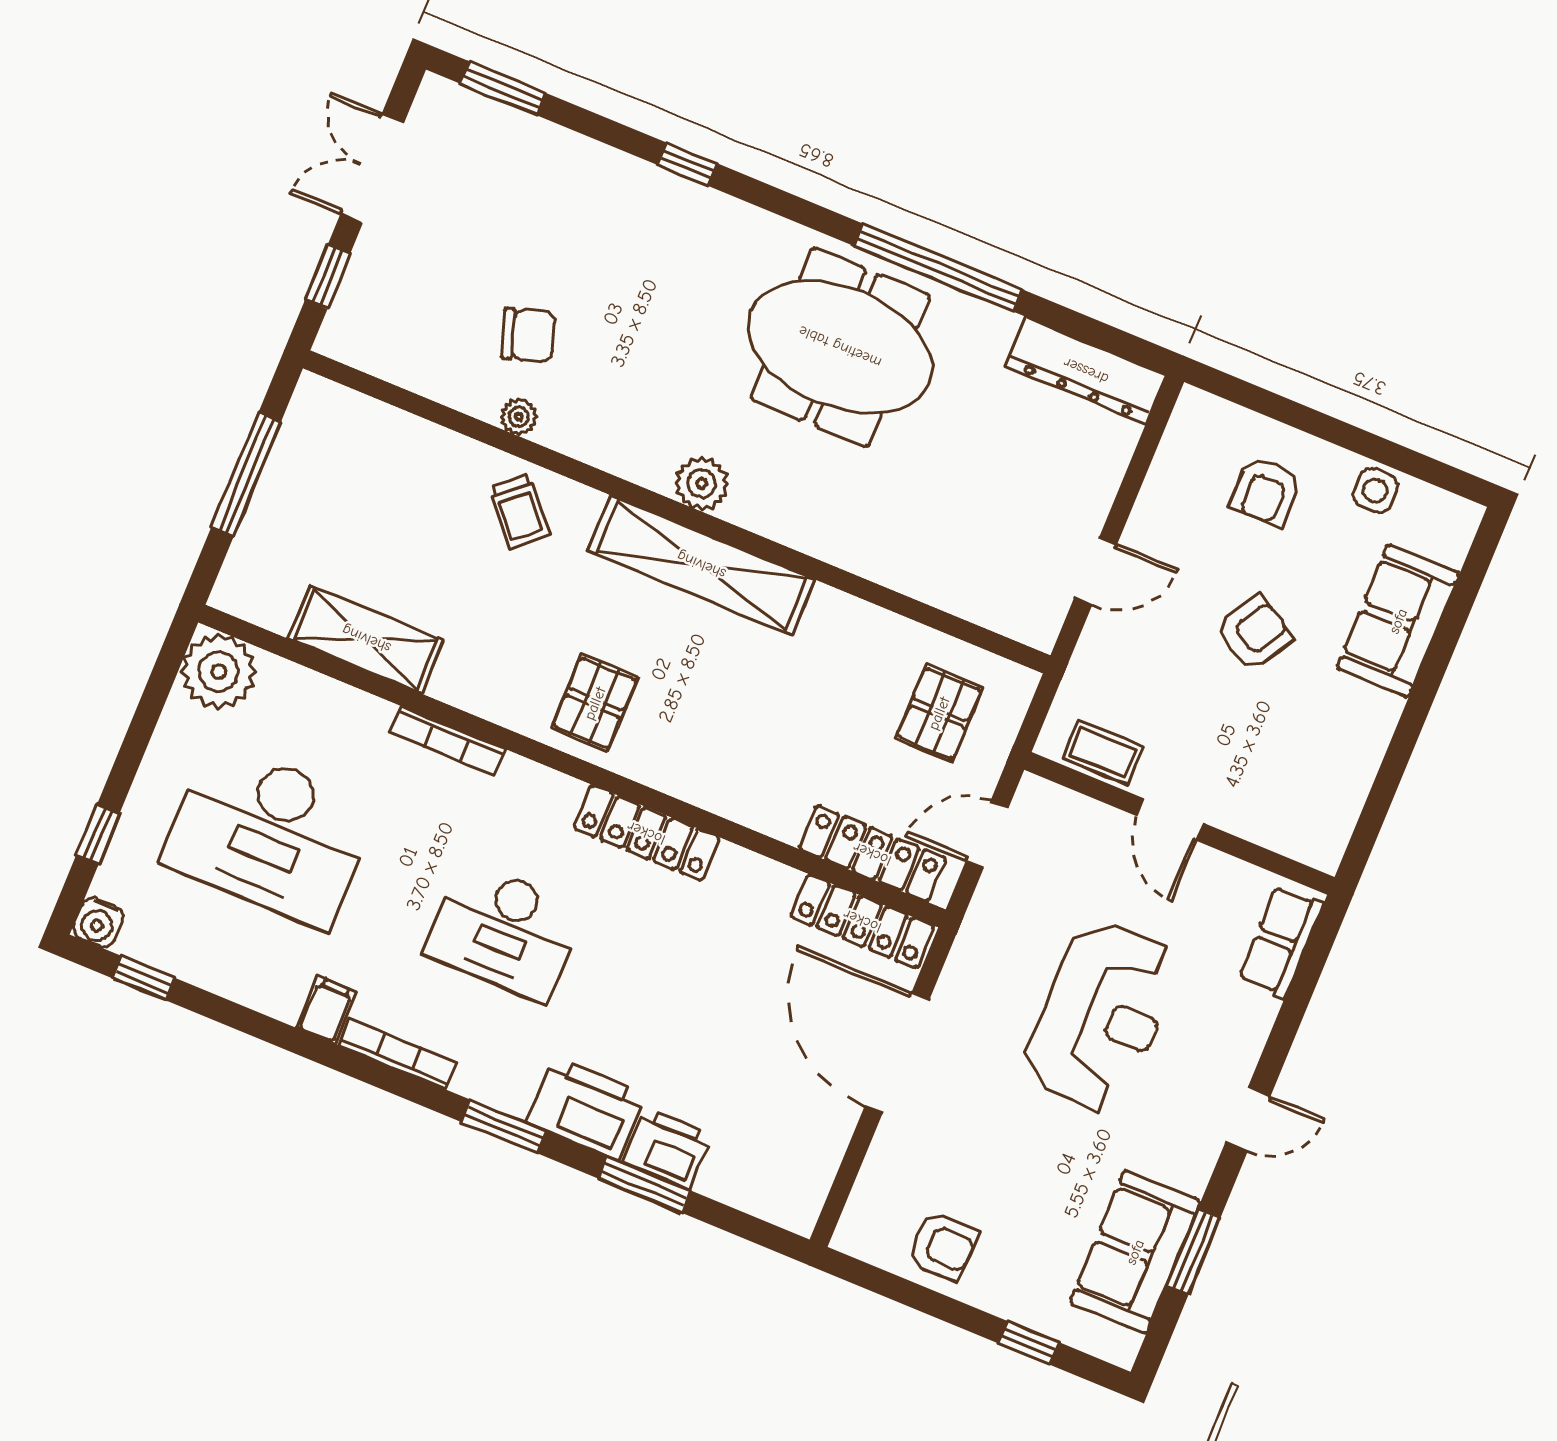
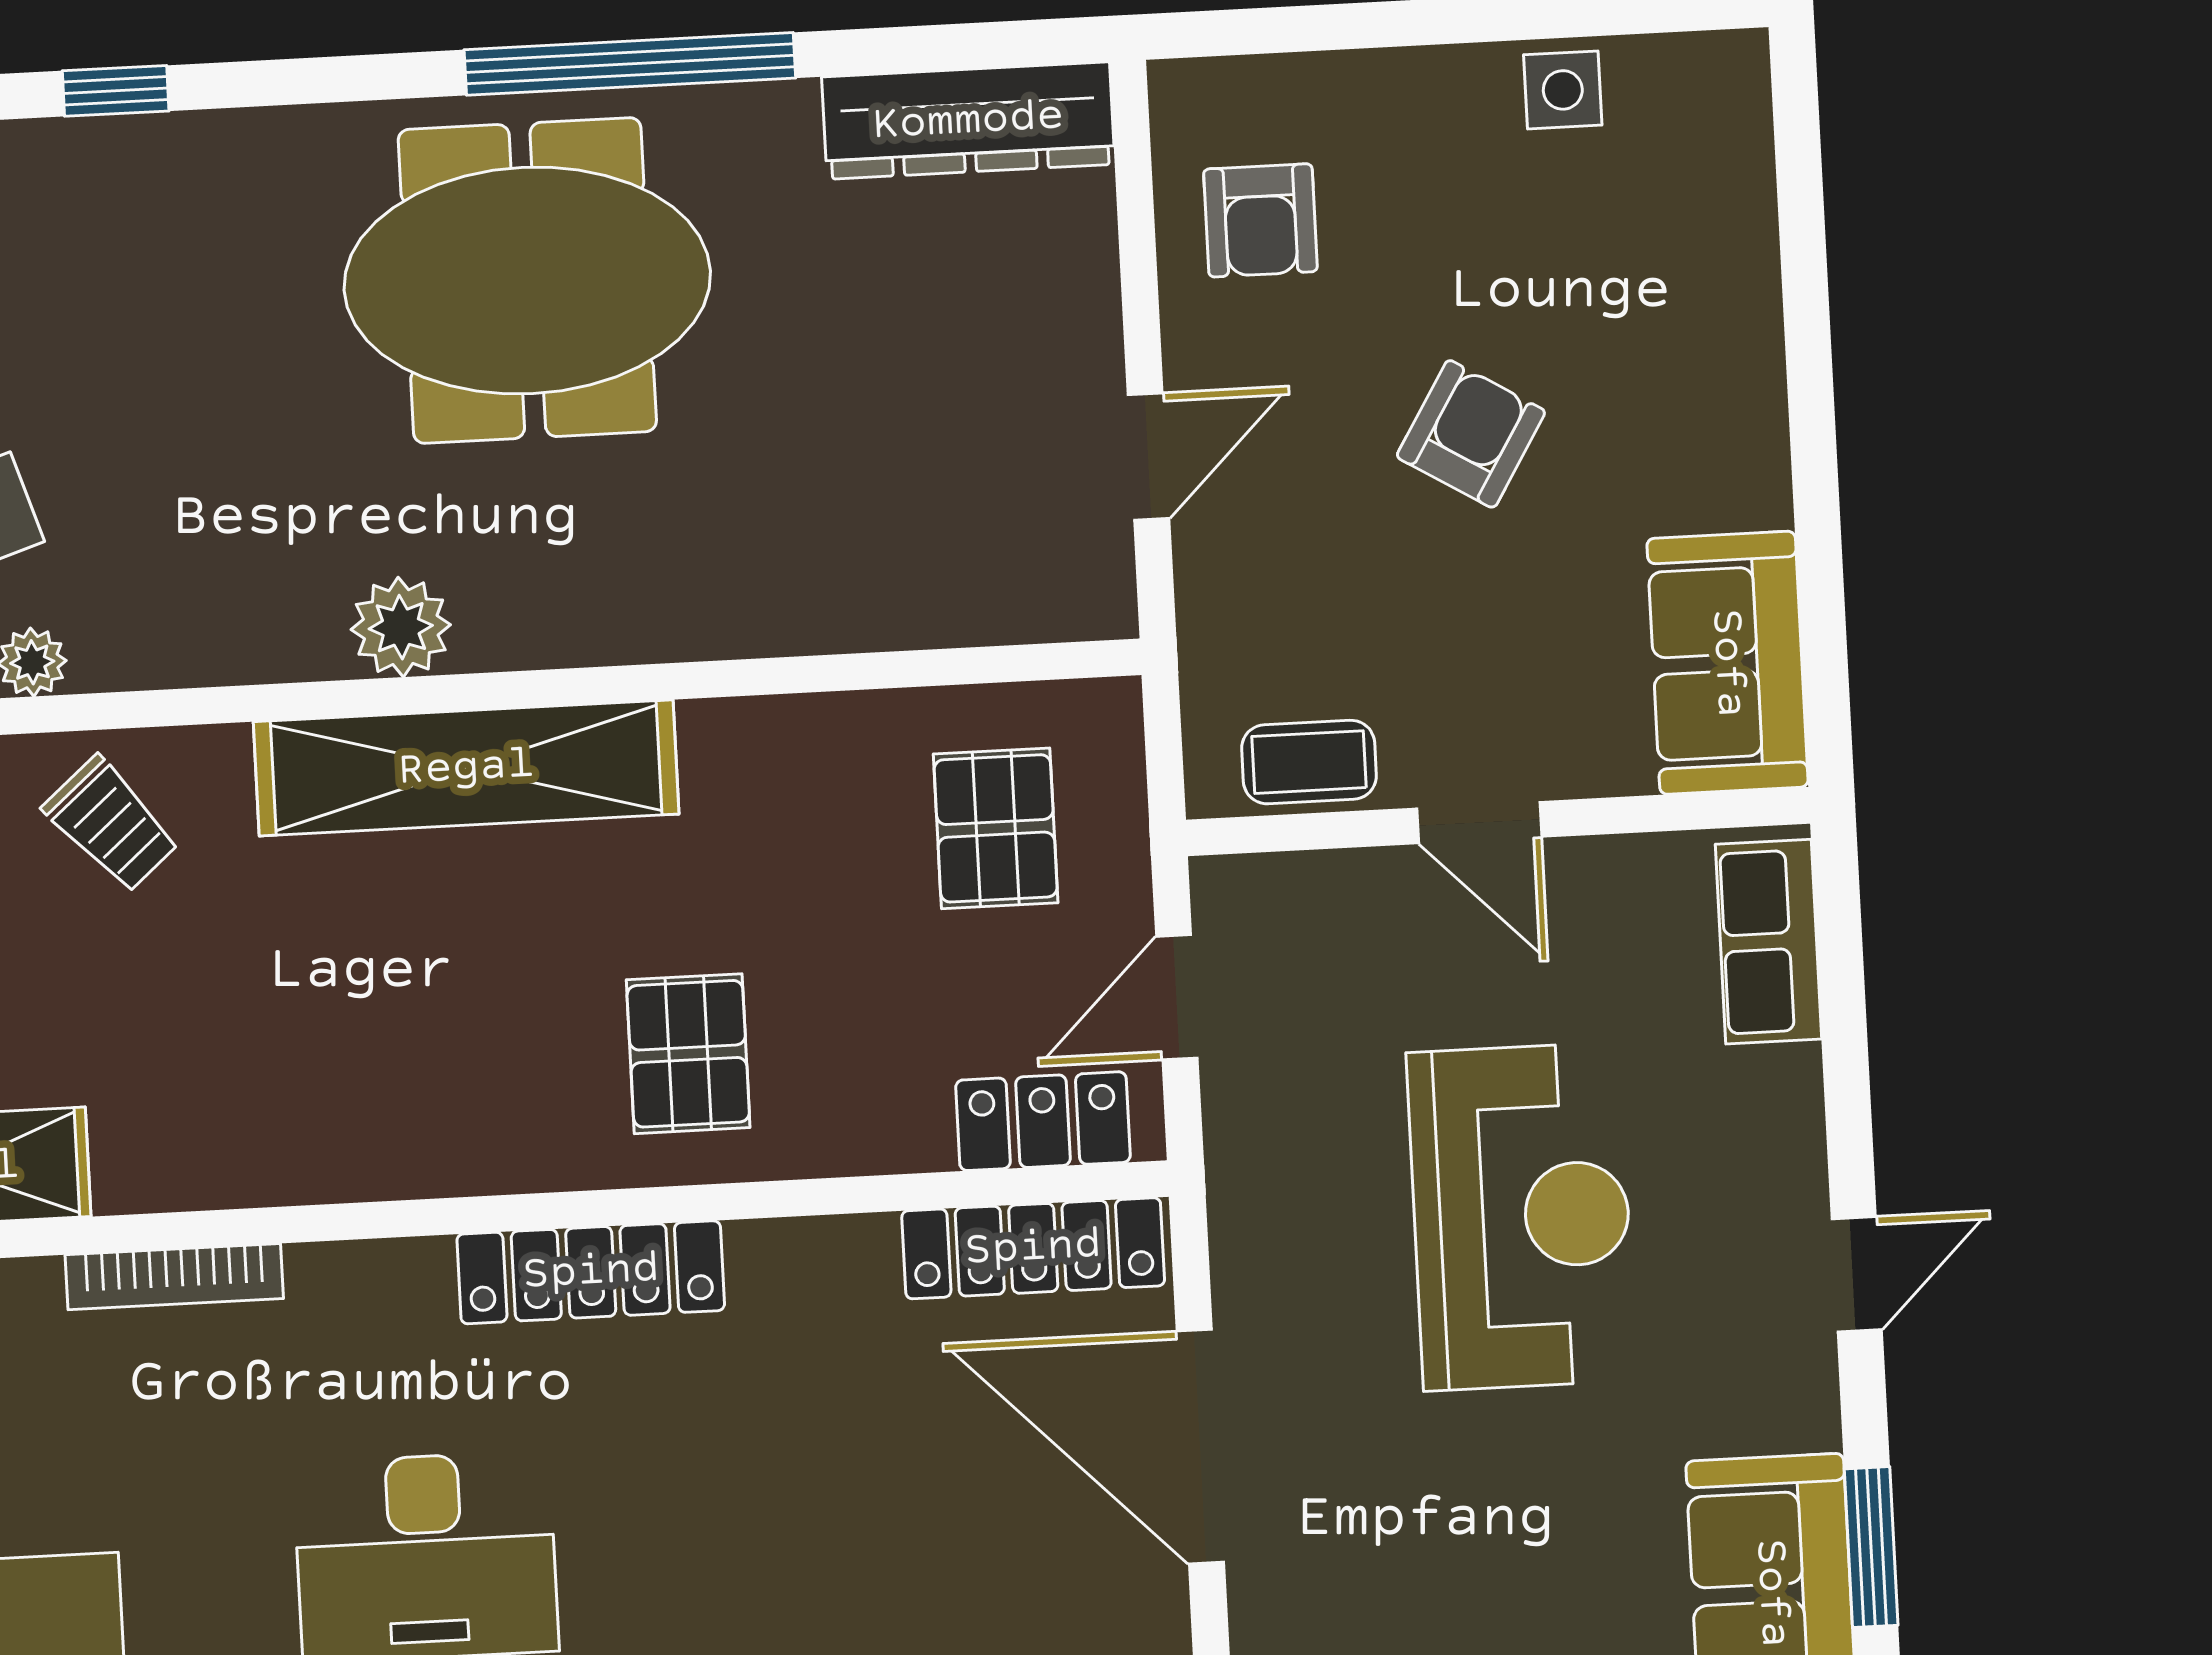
armchair: (1266, 491) -> (1260, 220), moved
sofa: (1398, 621) -> (1728, 663), moved
pallet: (595, 703) -> (688, 1054), moved
locker: (872, 854) -> (1043, 1121), width x0.66

